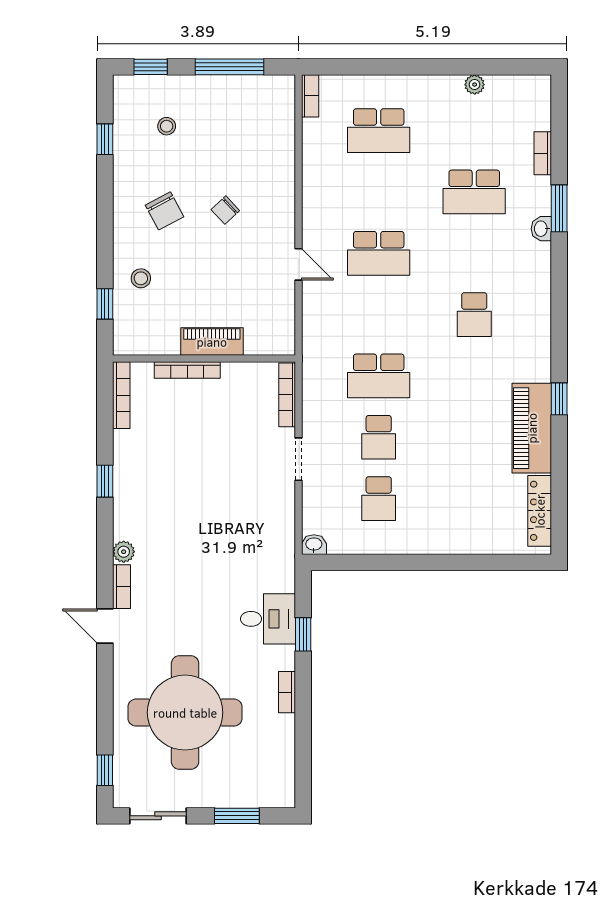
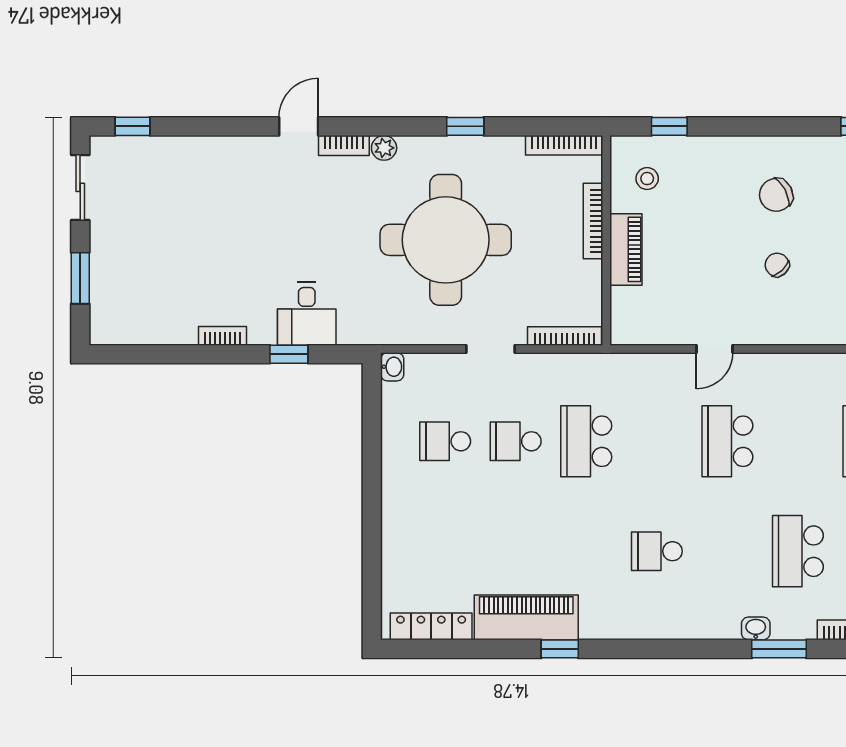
stool: (141, 278) -> (647, 179), moved
round table: (185, 713) -> (446, 240), moved

